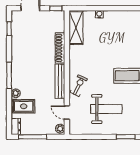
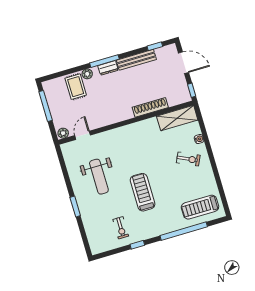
bench: (60, 81) -> (136, 60), moved
exercise bike: (79, 86) -> (188, 159), moved
dresser: (16, 126) -> (108, 68), moved

